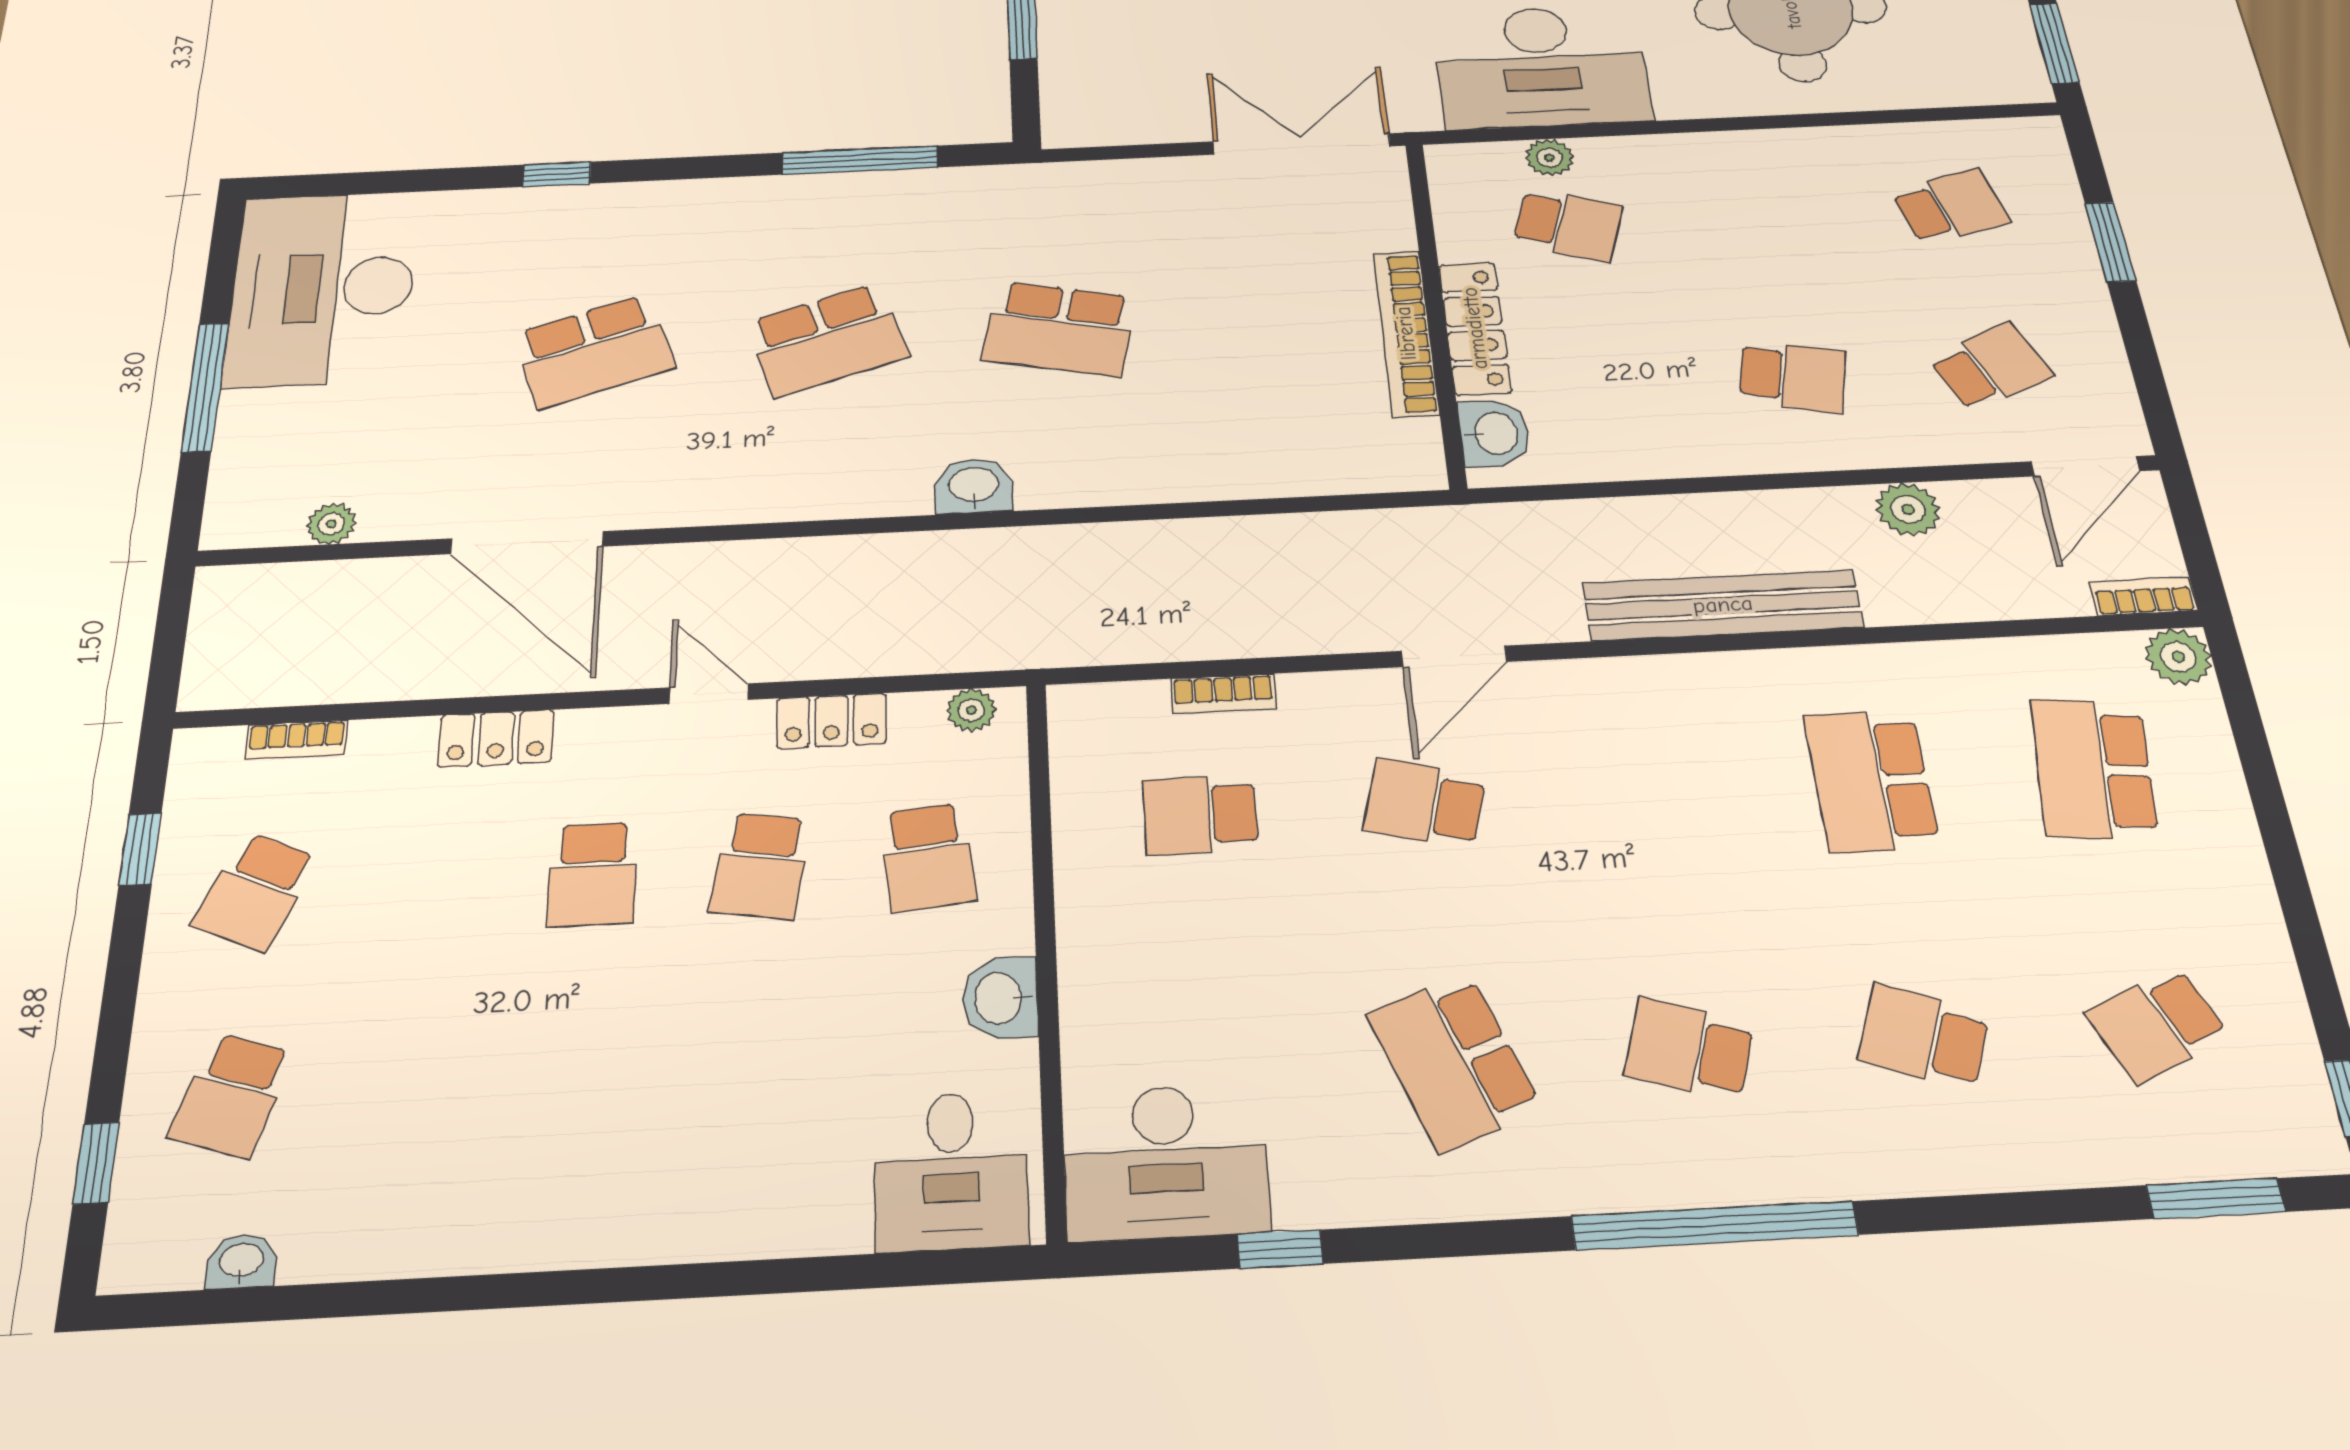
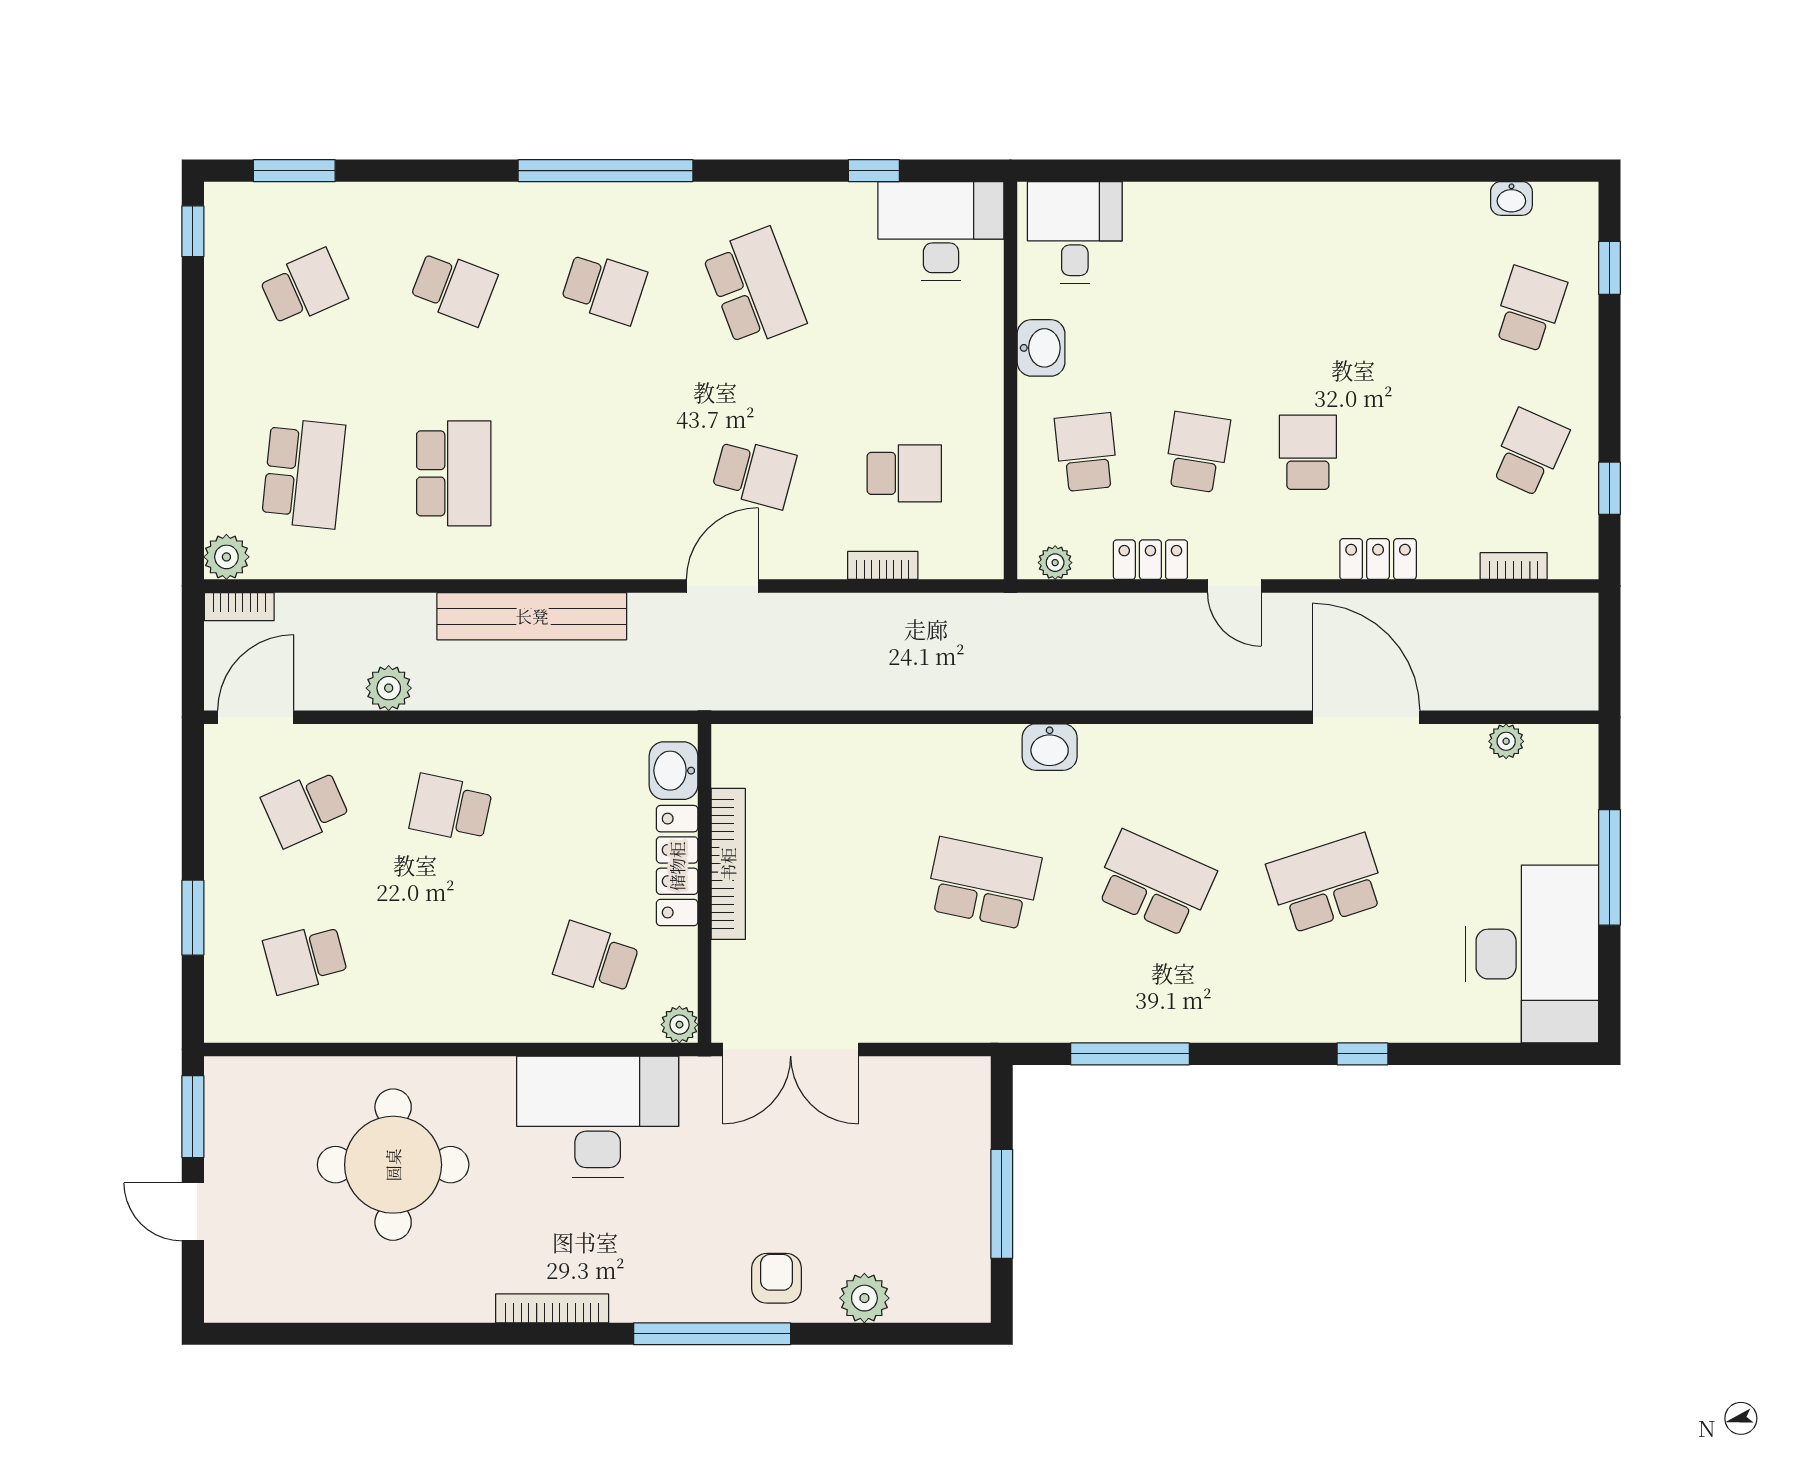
plant: (1549, 158) -> (679, 1025), moved
school desk: (827, 340) -> (1155, 883), turned 42

